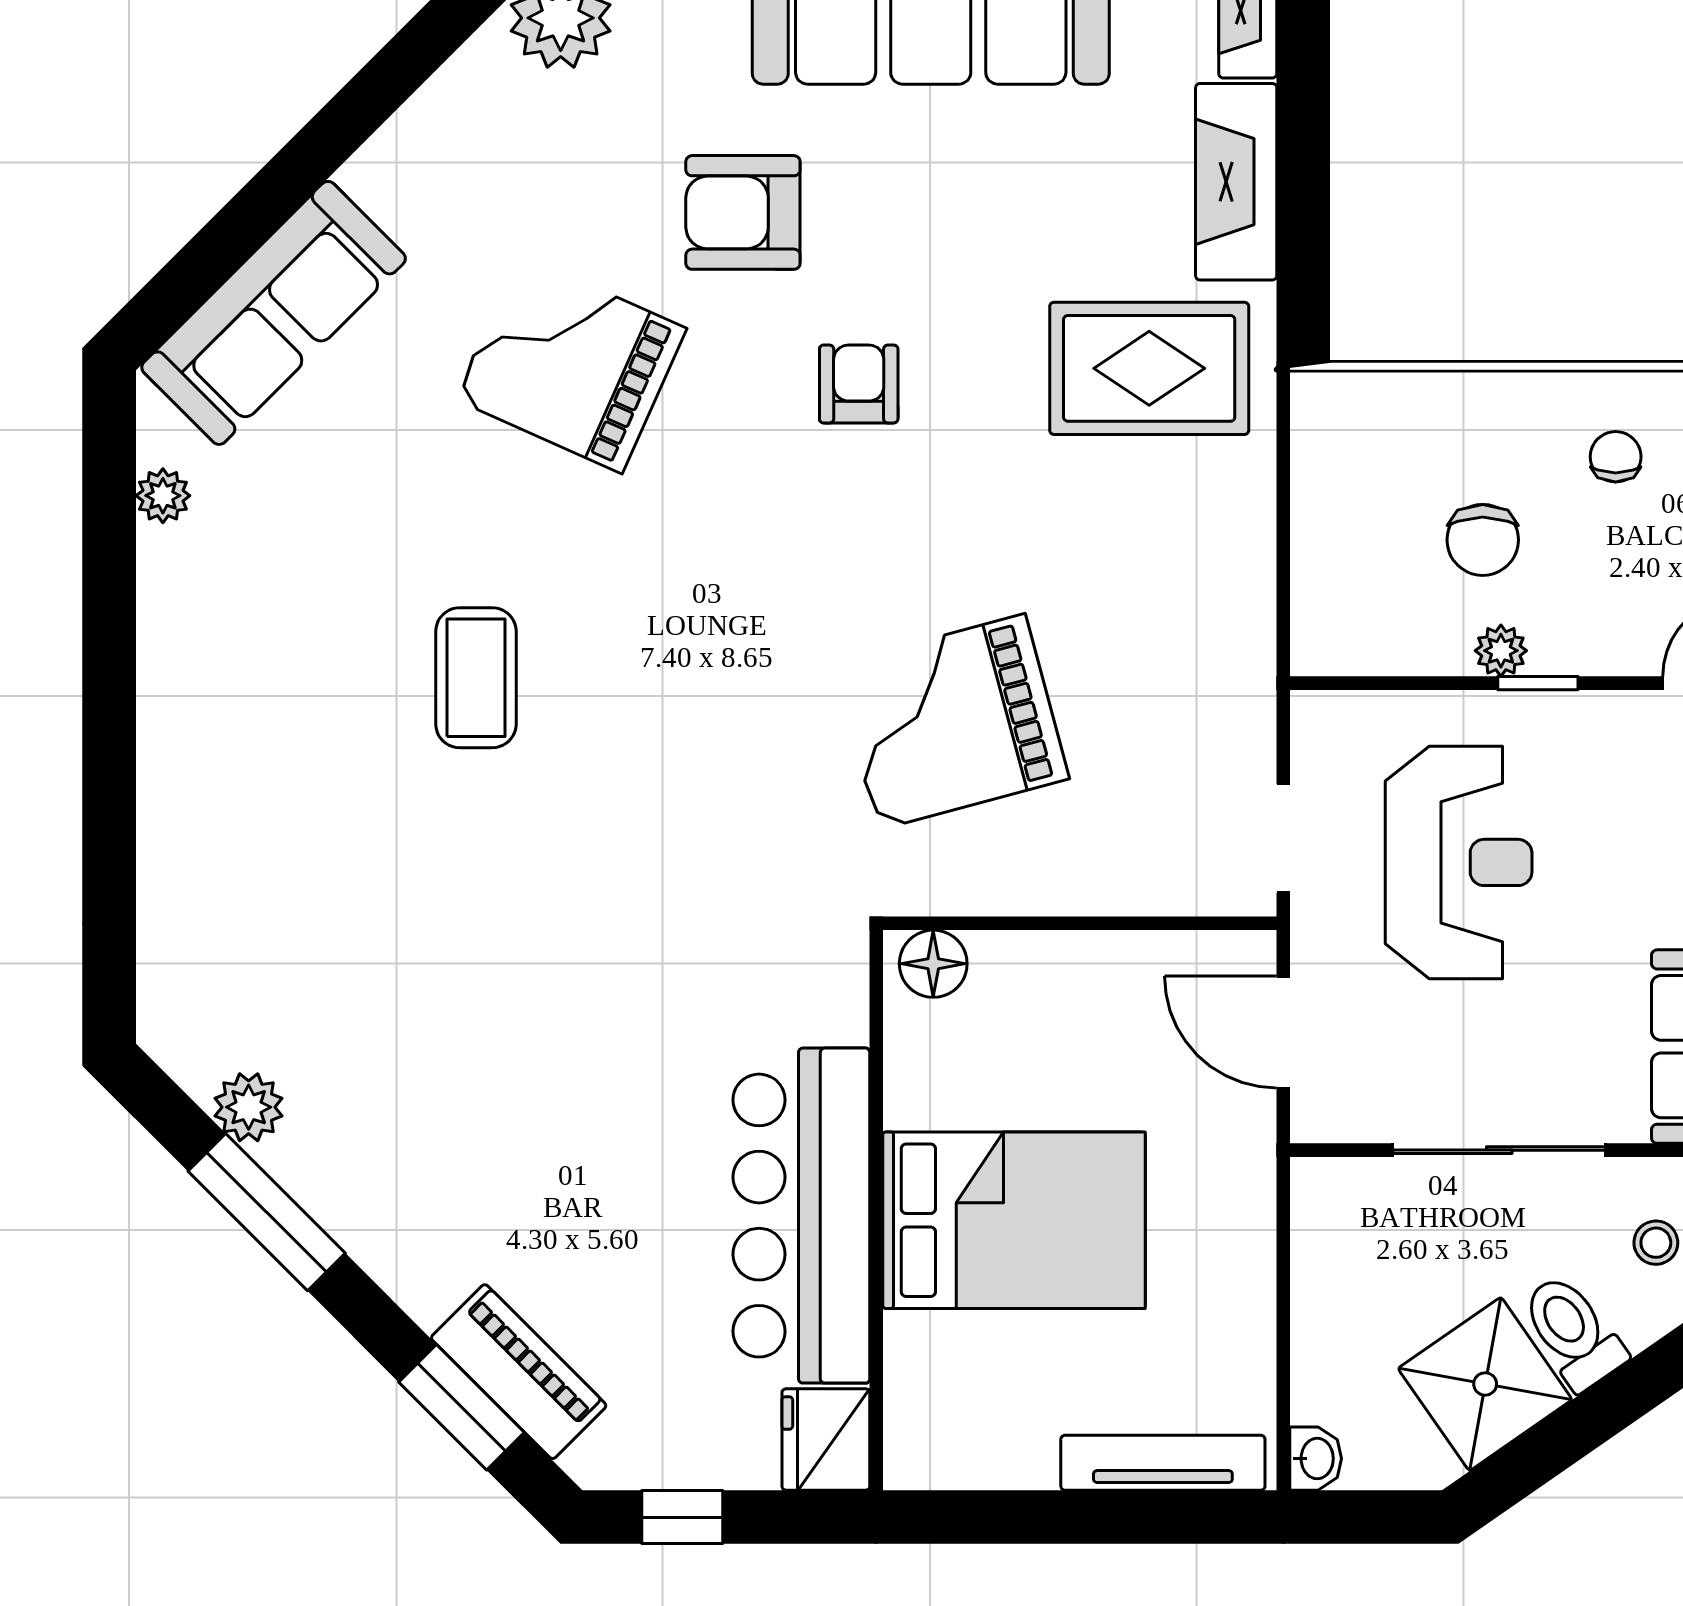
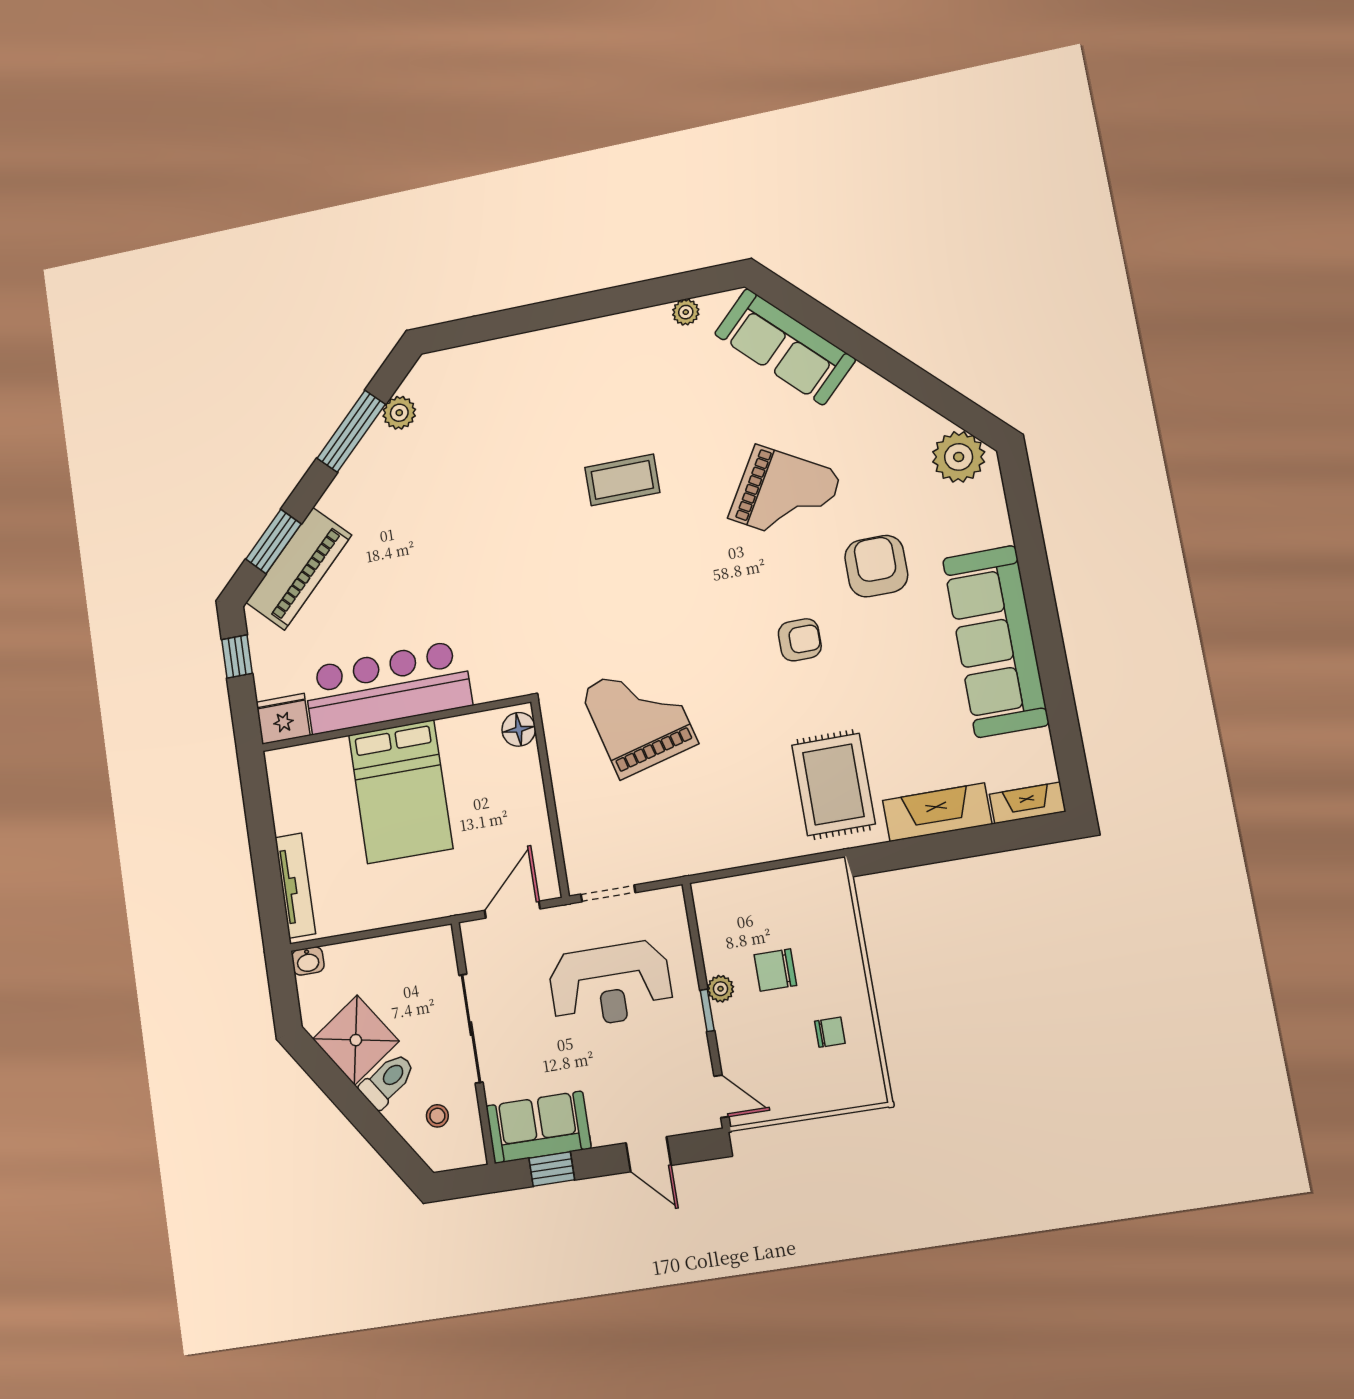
grand piano: (571, 364) -> (785, 496), turned 96
piano: (519, 1372) -> (299, 569), width x1.37, depth x1.33

